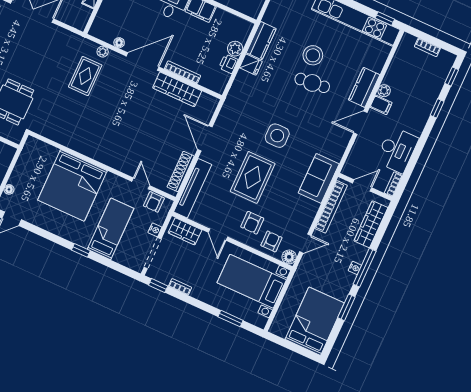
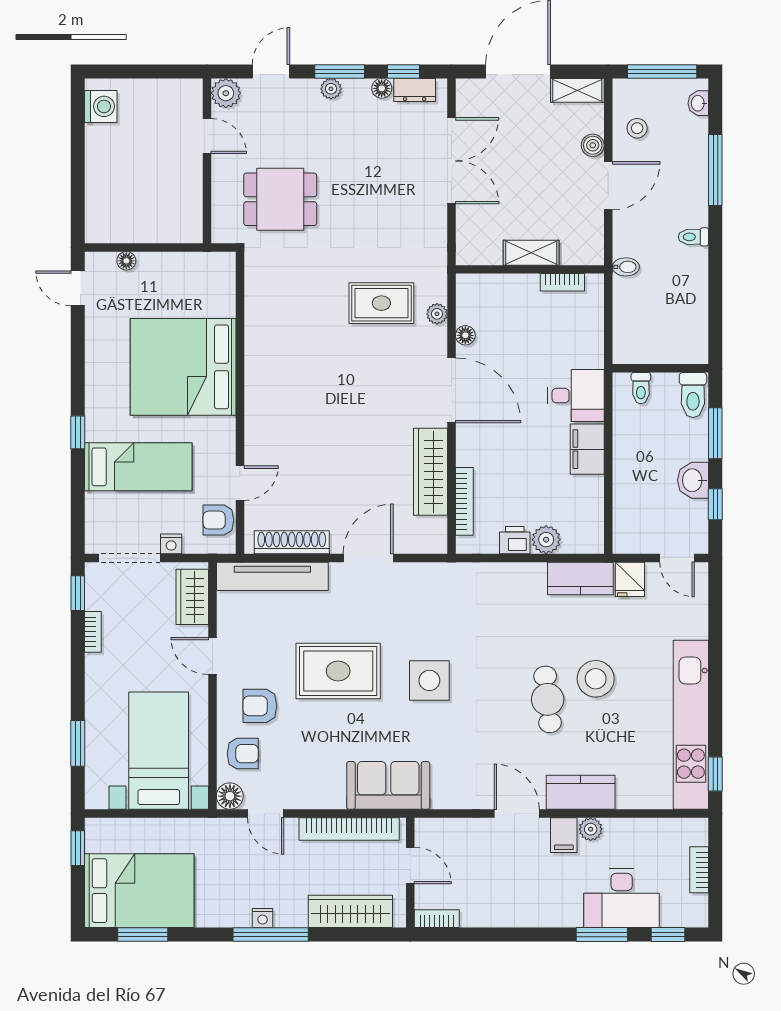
fridge: (251, 65) -> (630, 579), moved
bookcase: (183, 72) -> (464, 501), moved
window: (437, 108) -> (602, 934), width x1.50
desk: (397, 150) -> (622, 898), moved
door: (218, 235) -> (212, 656), hinge flipped
window: (346, 307) -> (143, 934), moved
window: (281, 341) -> (78, 848), added

